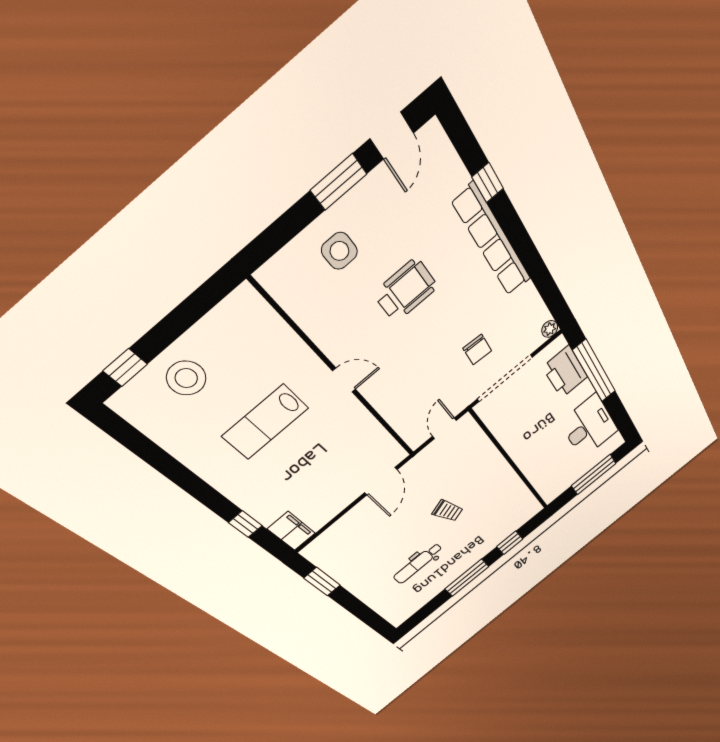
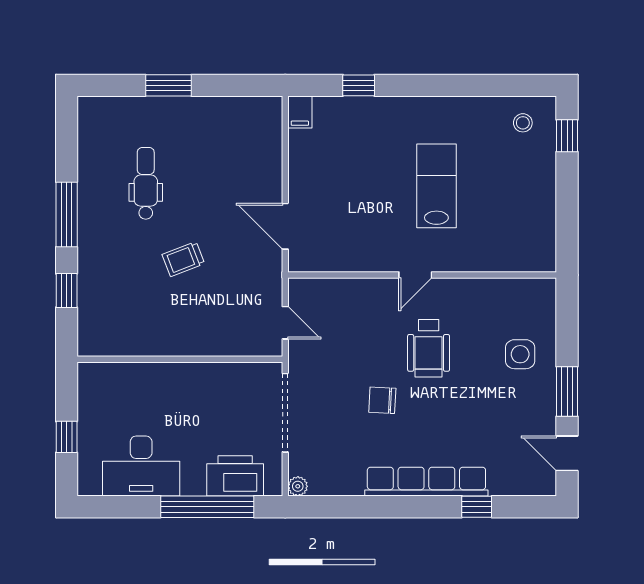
wheelchair: (406, 290) -> (429, 348), moved
chair: (477, 350) -> (382, 400), moved
stool: (186, 378) -> (523, 123), moved, width x0.53, depth x0.53
window: (594, 475) -> (67, 437), width x0.46
filing cabinet: (291, 531) -> (300, 112), width x0.50
window: (322, 582) -> (168, 85), moved

